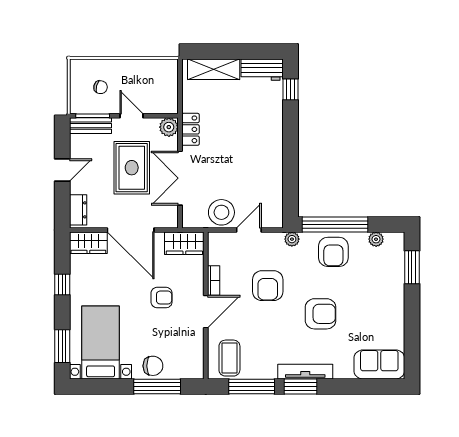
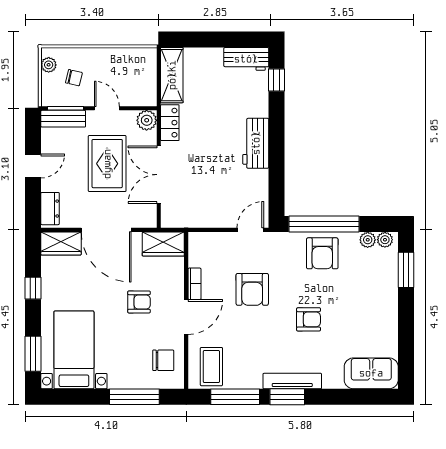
shelving: (214, 69) -> (172, 75), moved, turned 90
plant: (77, 75) -> (49, 65), added
workbench: (271, 149) -> (256, 143), added
stool: (221, 212) -> (203, 211), removed
door: (249, 230) -> (250, 230), moved
plant: (292, 239) -> (385, 240), moved
armchair: (321, 314) -> (309, 319), width x0.72, depth x0.72
chair: (153, 366) -> (163, 360), moved

